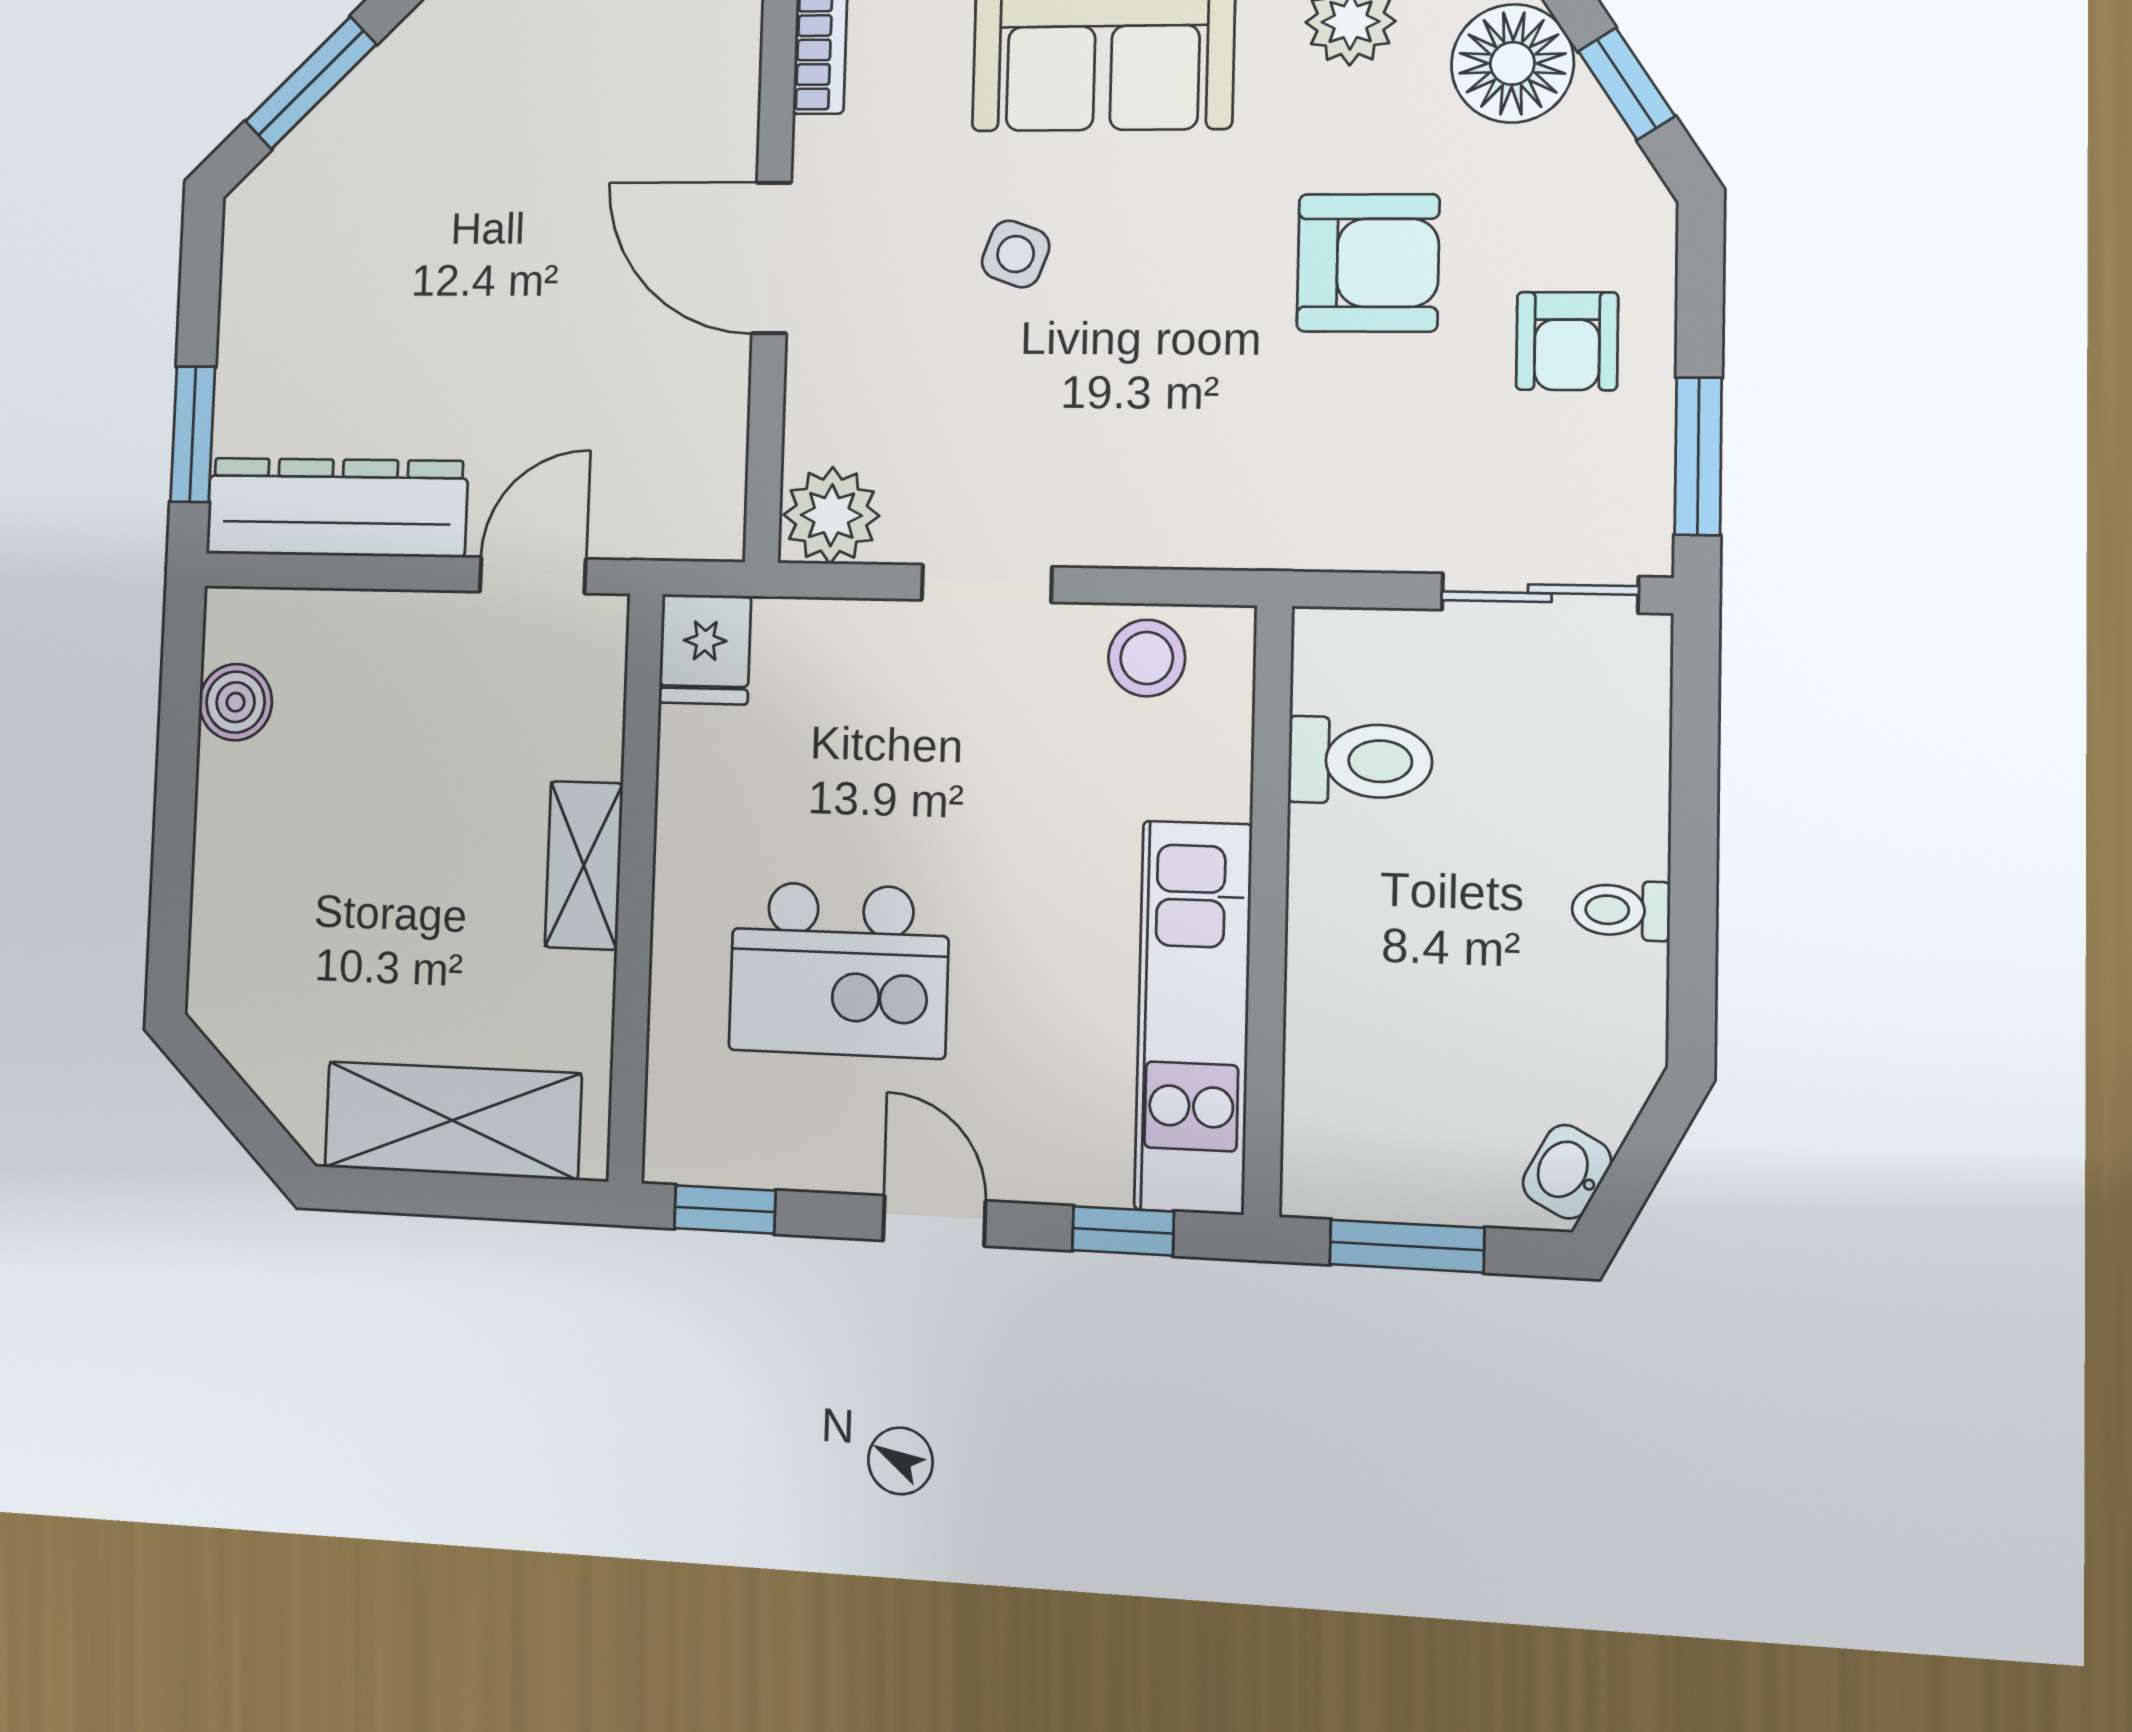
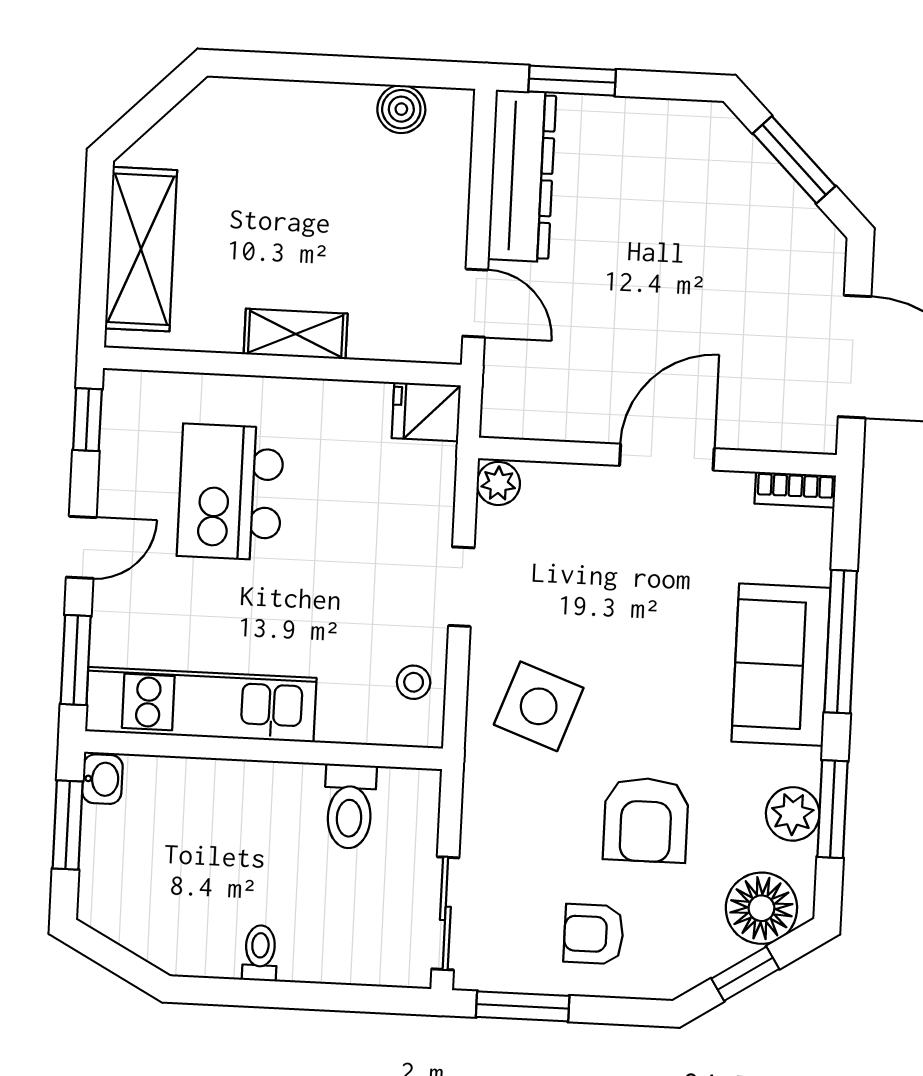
side table: (1016, 254) -> (539, 706), moved, width x1.87, depth x1.87
plant: (831, 515) -> (498, 483), width x0.73, depth x0.73
stool: (1147, 658) -> (414, 682), width x0.73, depth x0.73
washbasin: (1567, 1172) -> (102, 779), moved, turned 62
window: (1123, 1231) -> (76, 660), width x1.50

